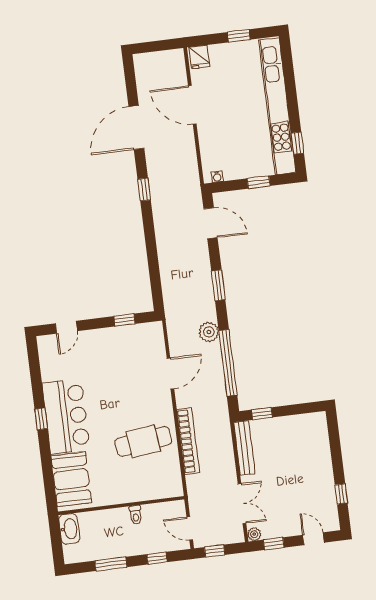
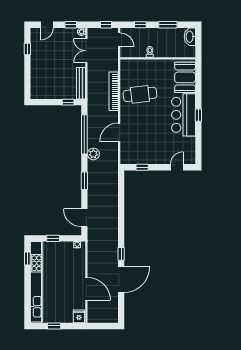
window: (144, 189) -> (121, 254), moved
washbasin: (69, 529) -> (190, 37), moved
door: (313, 539) -> (47, 25), hinge flipped

